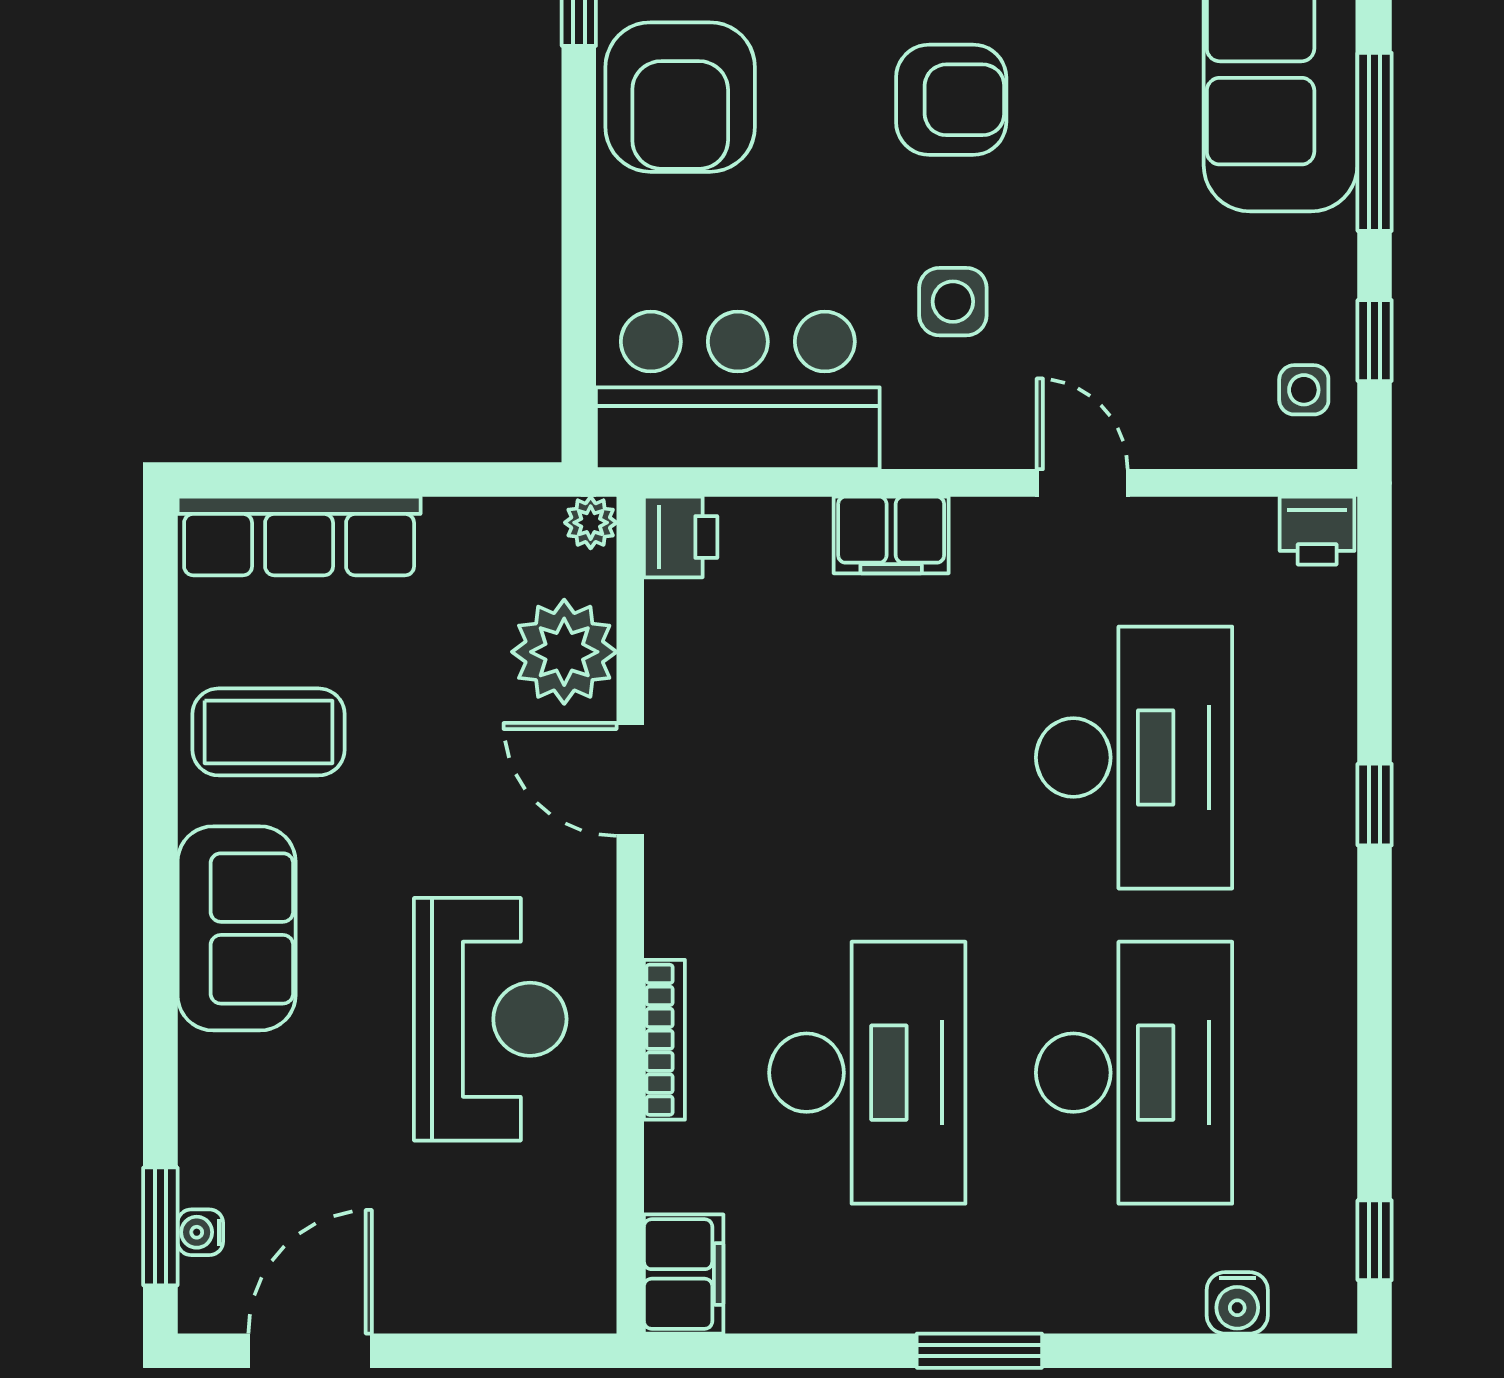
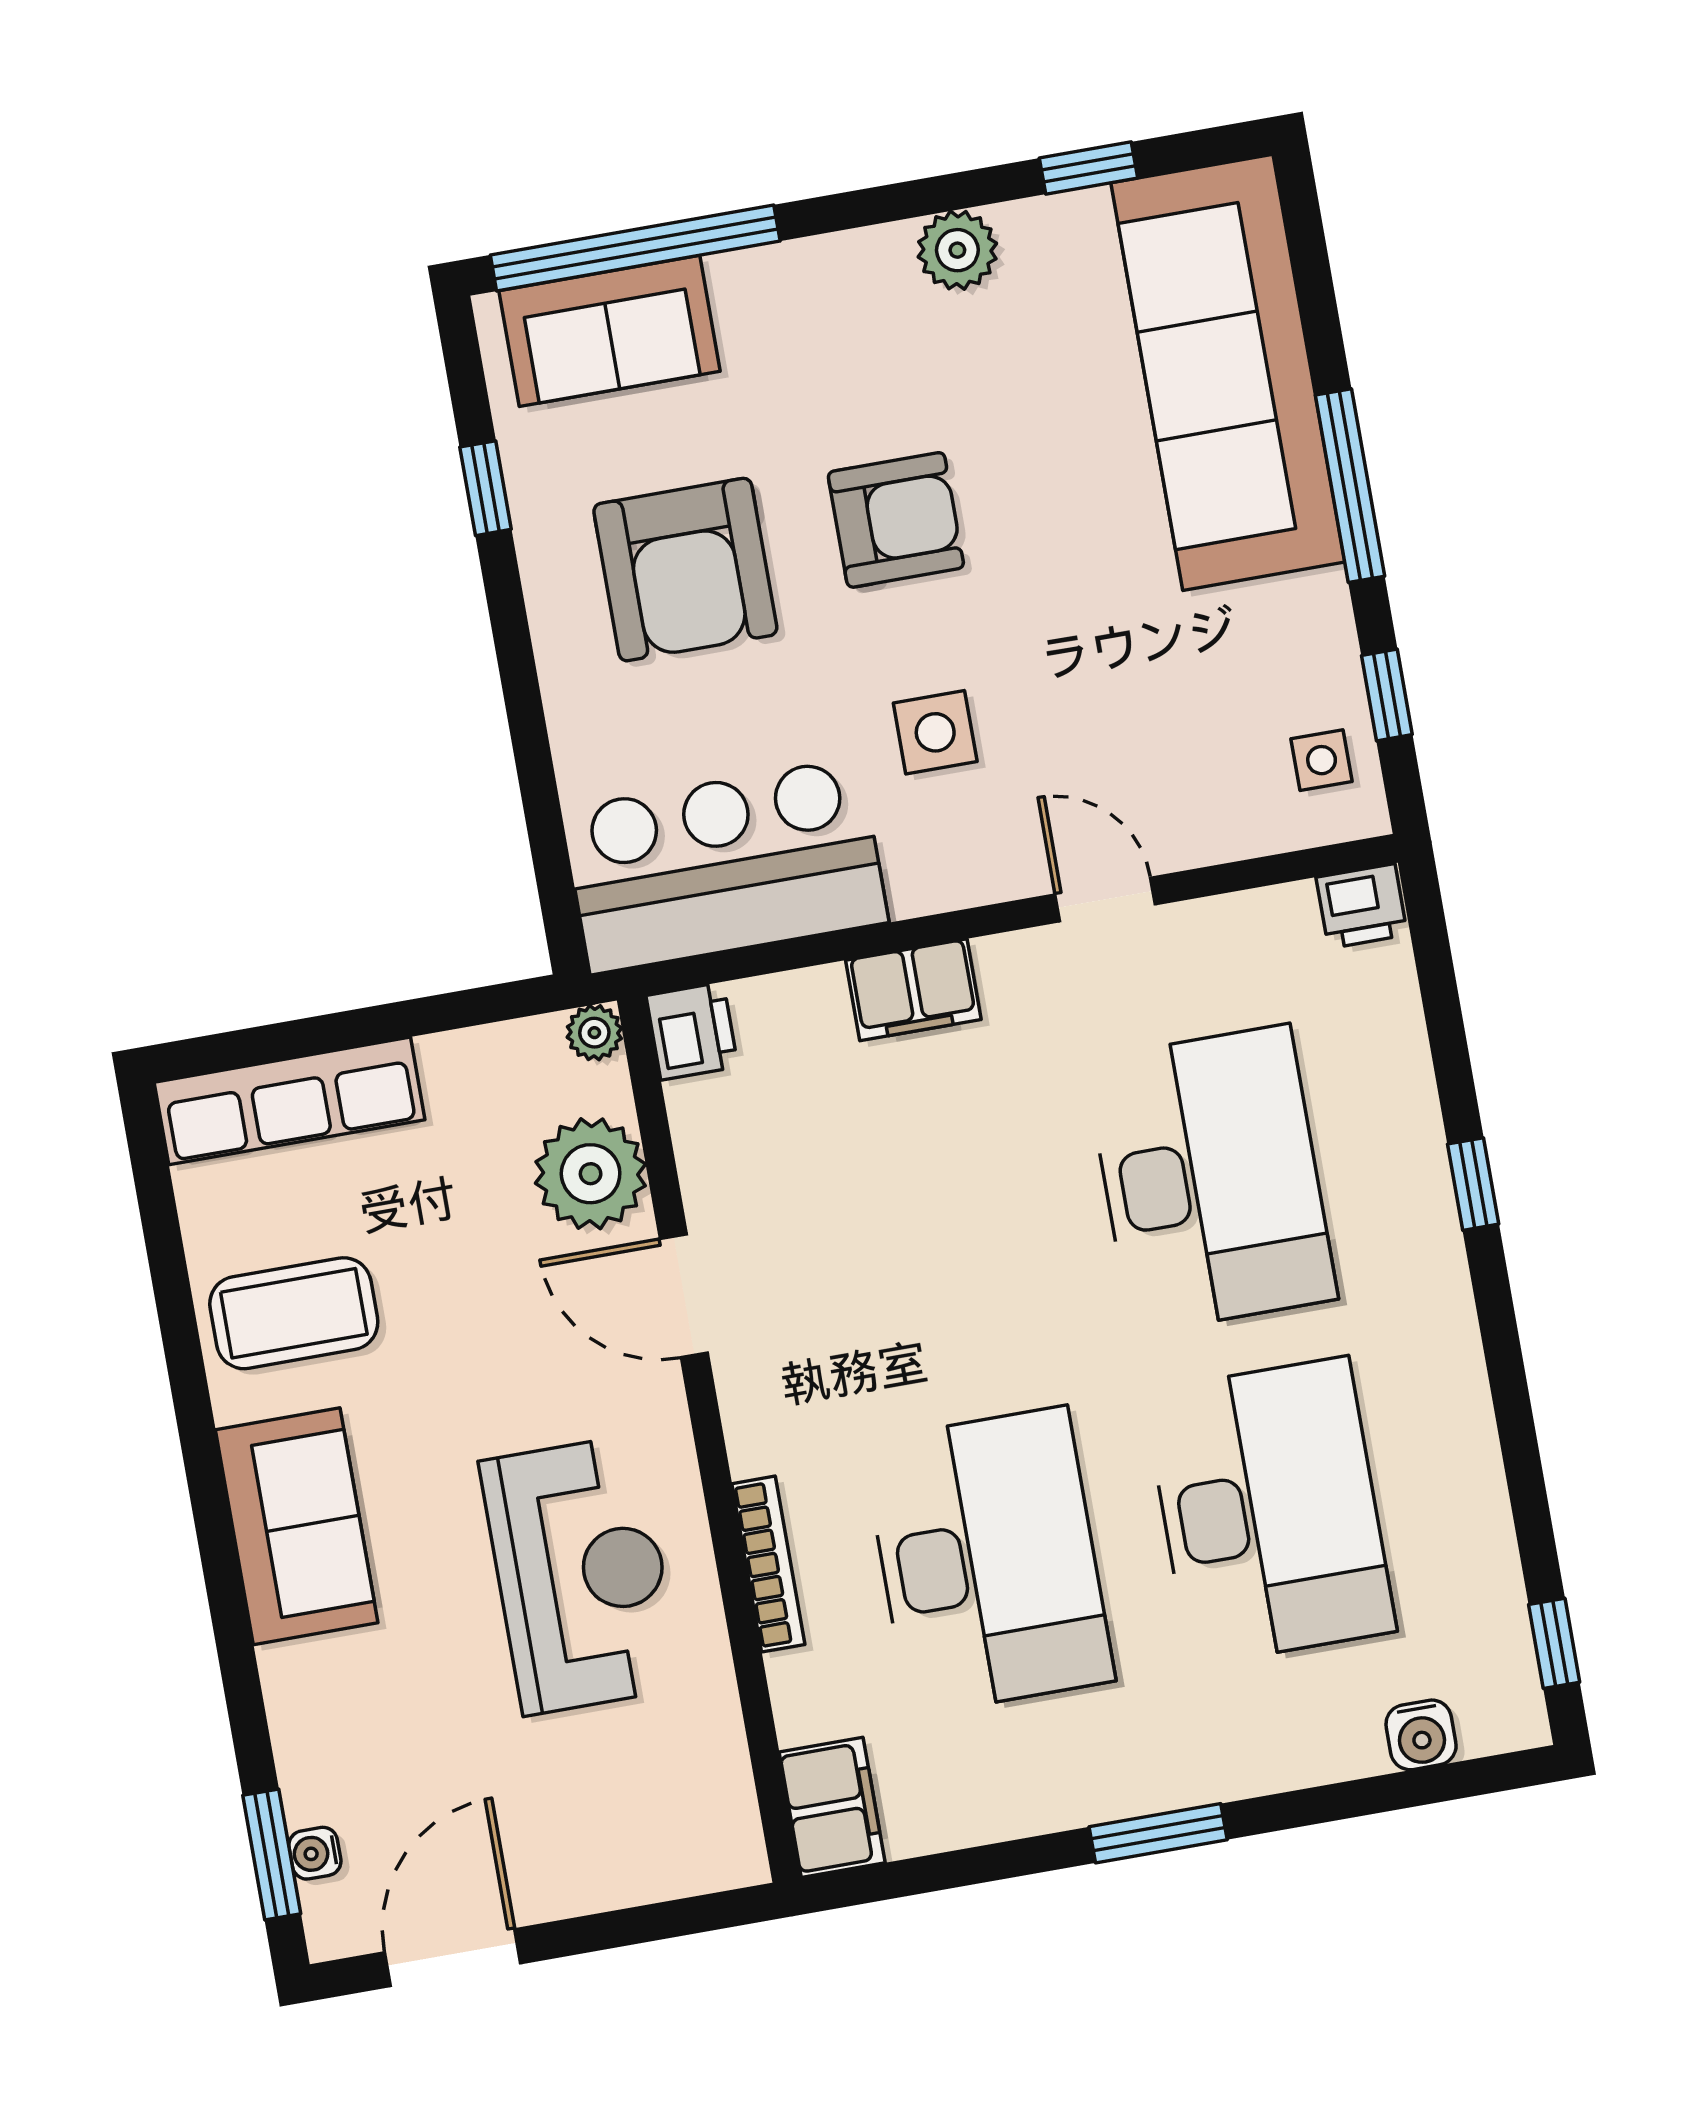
armchair: (680, 97) -> (685, 570), moved

